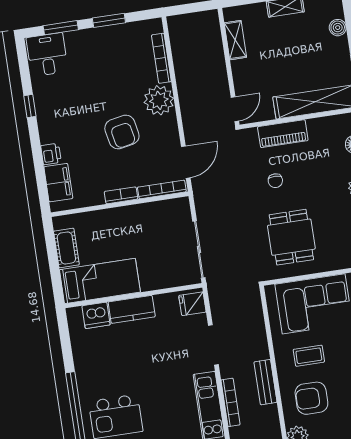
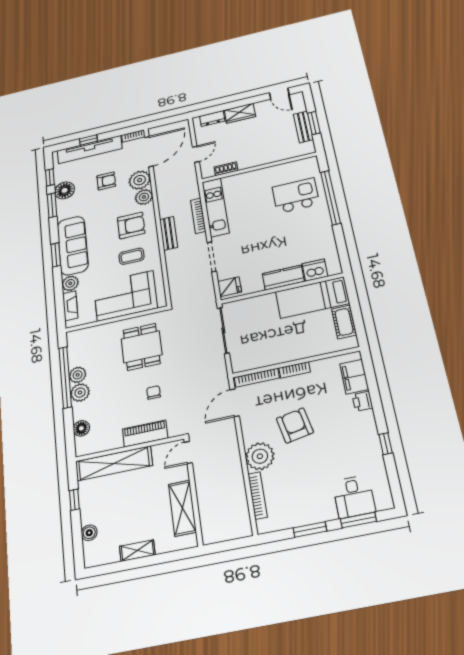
shelving: (235, 40) -> (182, 508), width x1.50, depth x1.33
desk: (47, 55) -> (354, 497), moved

